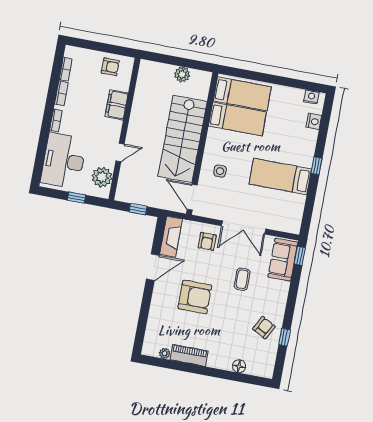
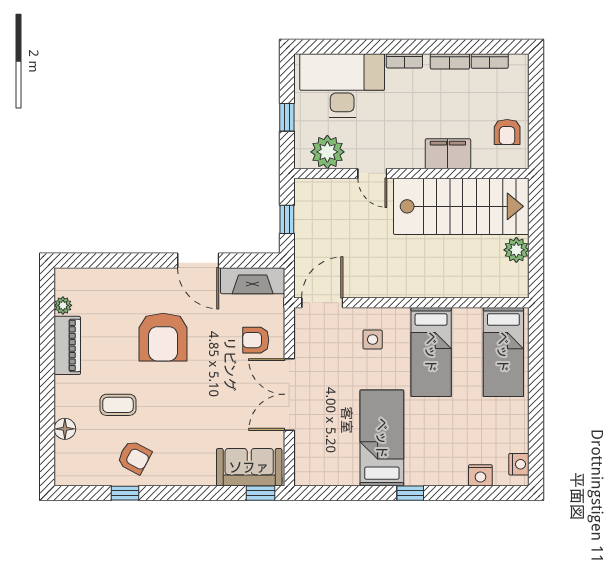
bed: (237, 119) -> (431, 352), moved
stairs: (183, 139) -> (461, 206), moved, turned 180
coffee table: (242, 279) -> (118, 405), moved

